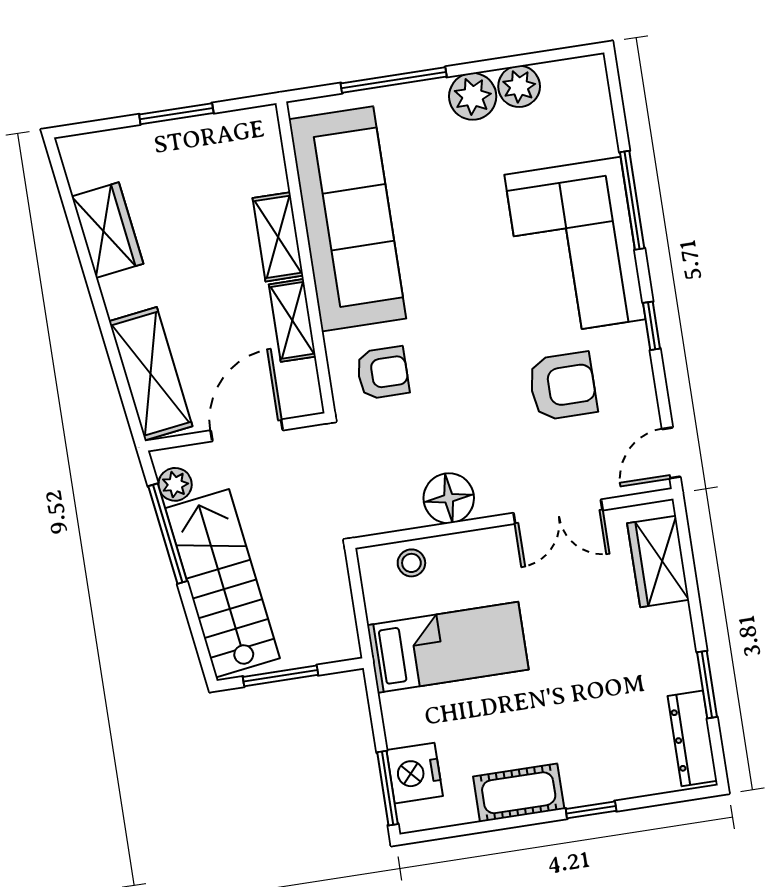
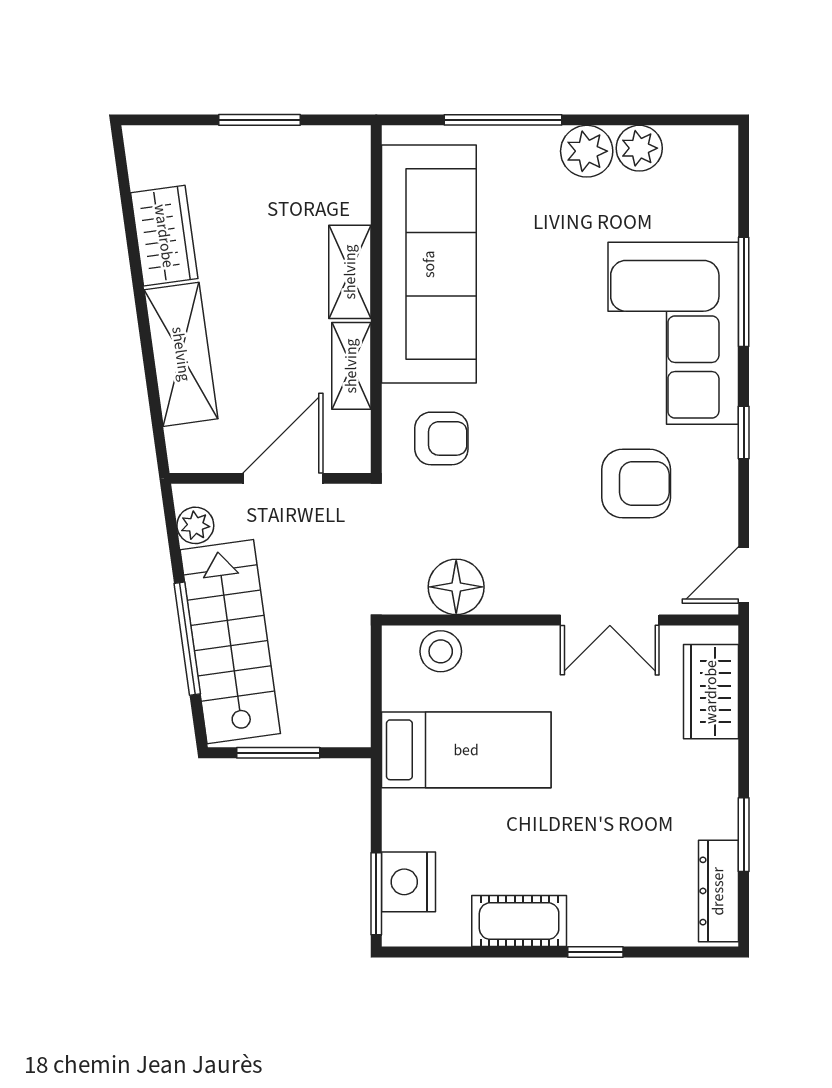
shelving: (151, 374) -> (181, 354), moved
floor lamp: (449, 498) -> (456, 587), moved
window: (168, 534) -> (187, 639), moved
stool: (411, 563) -> (441, 651), width x1.37, depth x1.37

